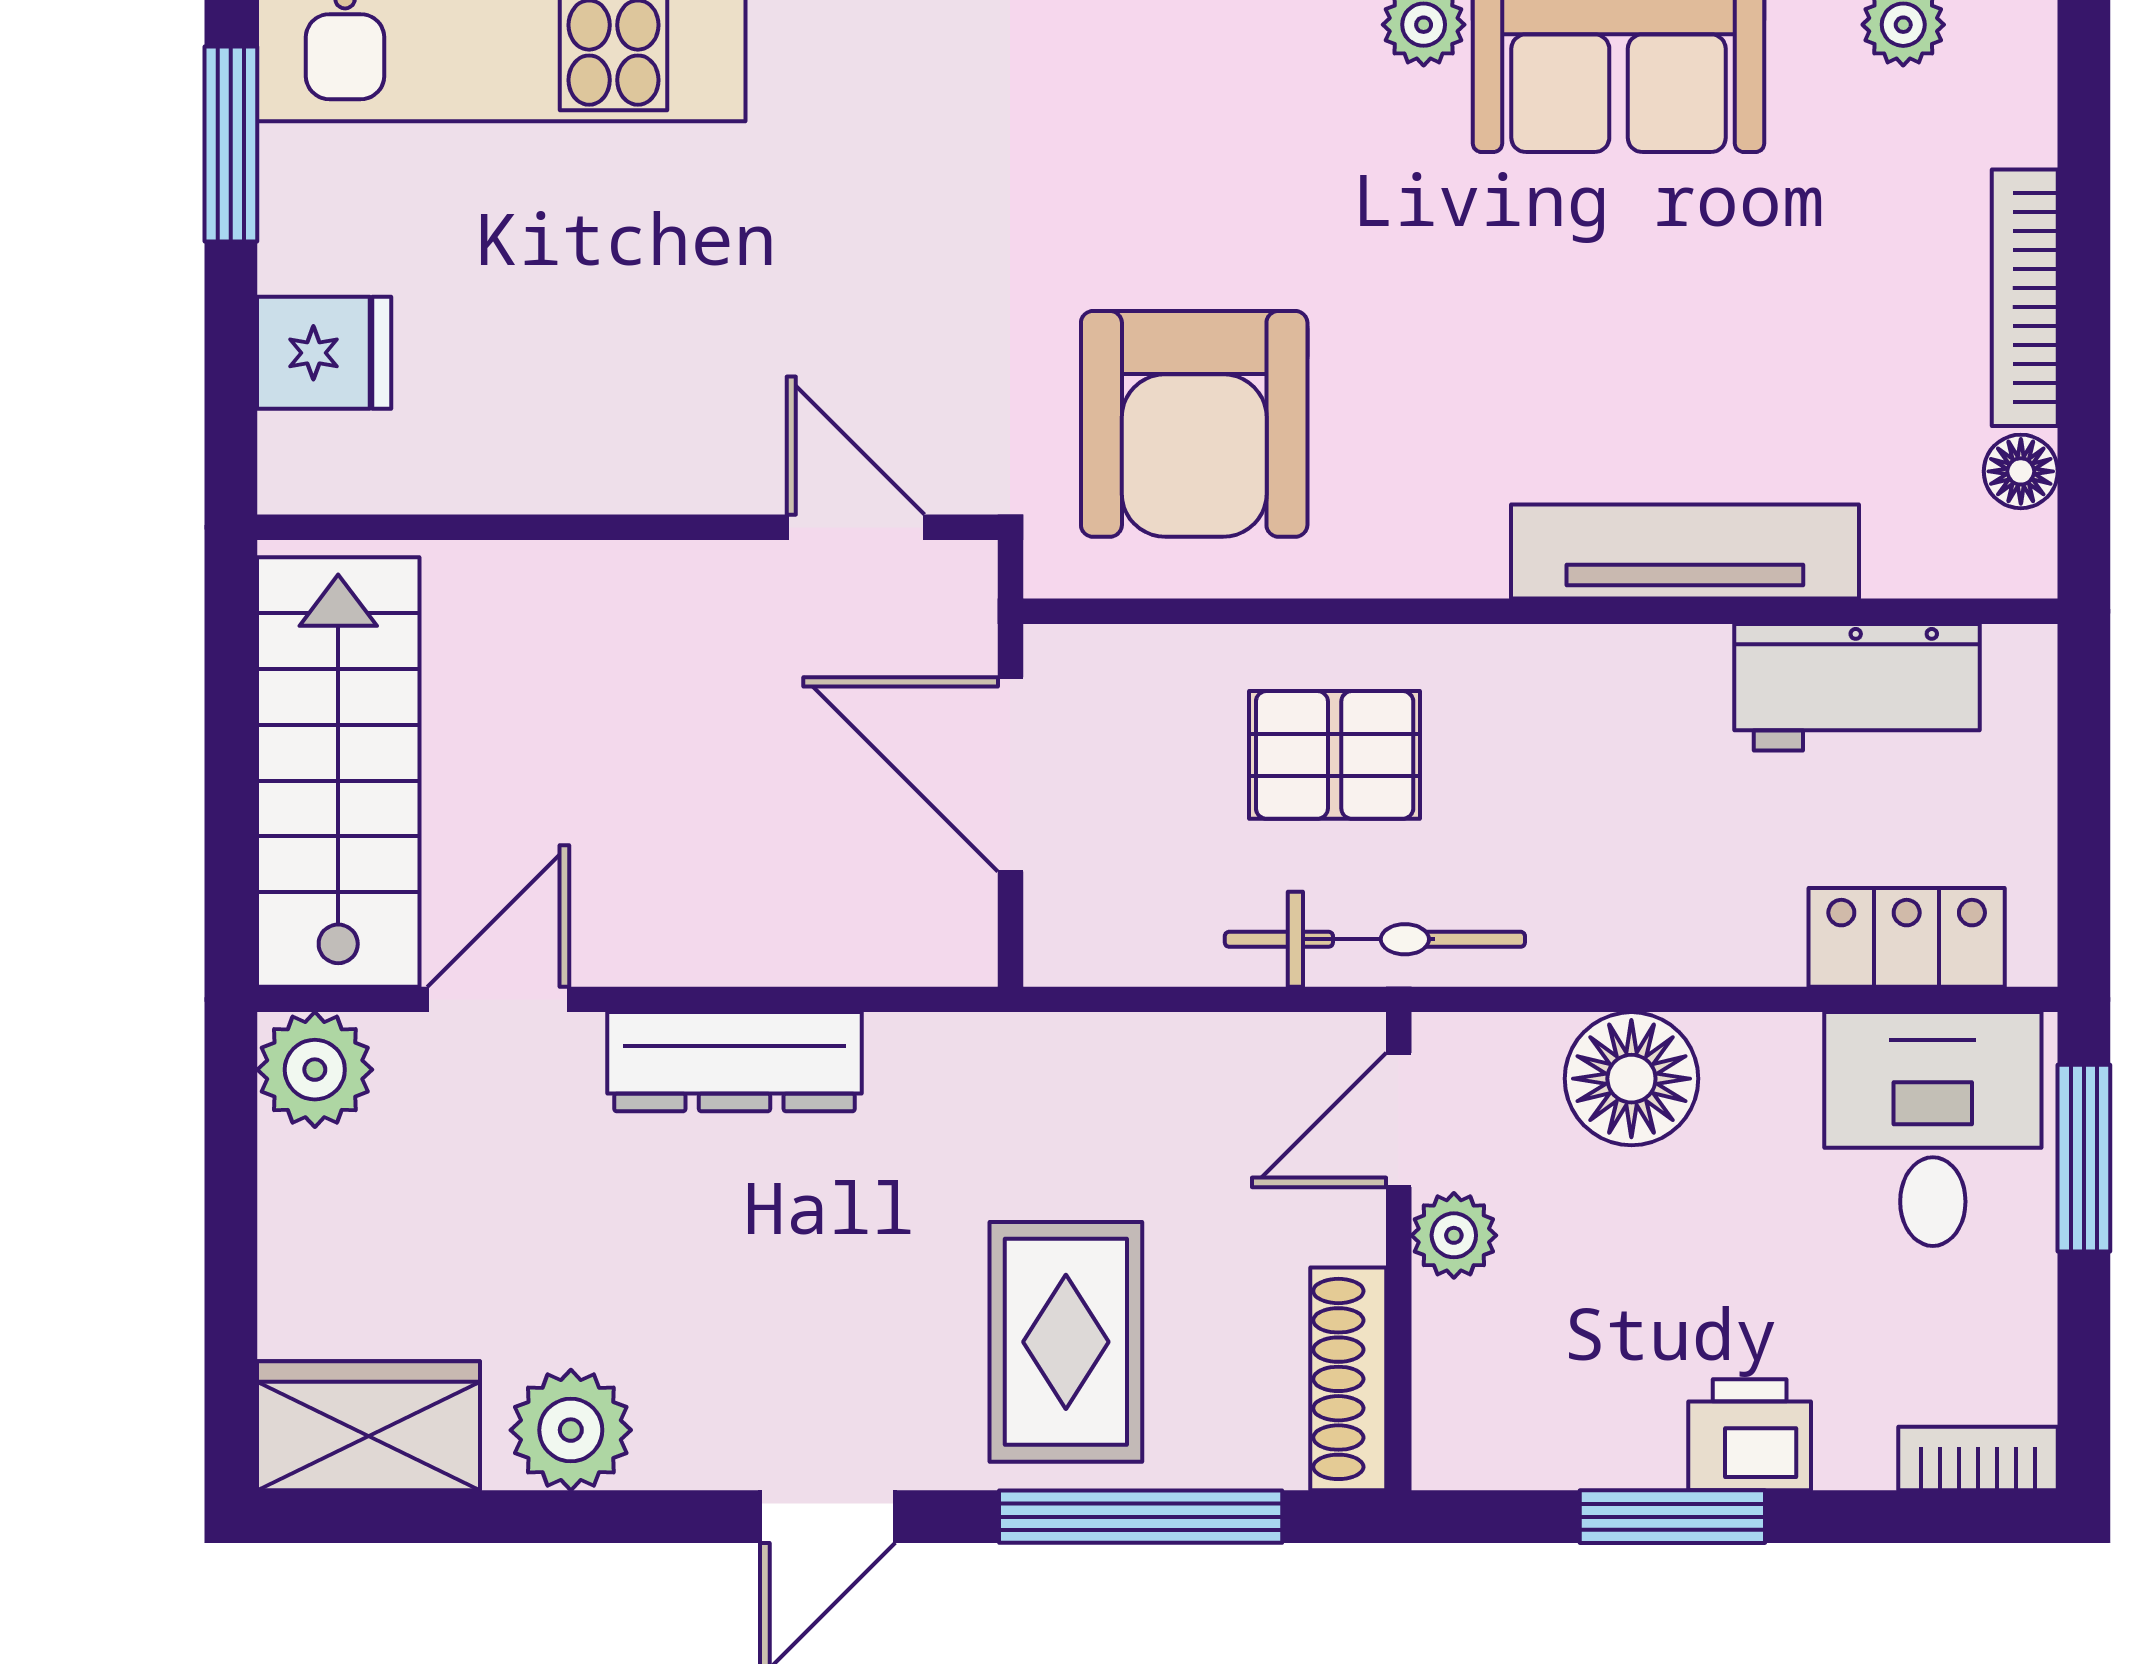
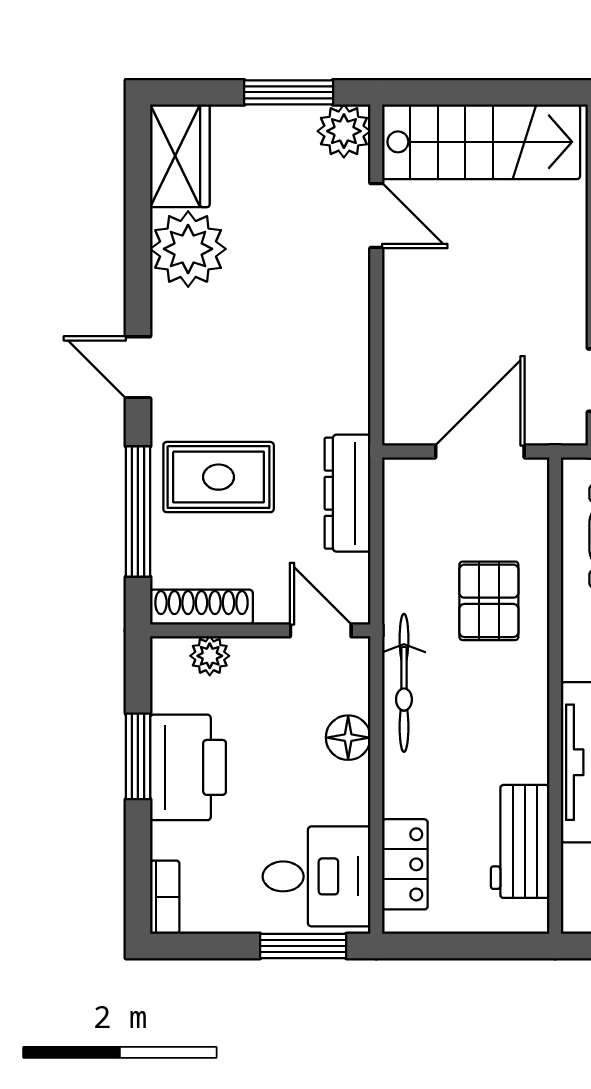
bicycle: (1375, 939) -> (404, 683), moved
dresser: (735, 1062) -> (348, 493), moved
floor lamp: (1631, 1079) -> (348, 738), width x0.73, depth x0.73
window: (231, 1190) -> (289, 92), added
plant: (1454, 1235) -> (210, 656), moved
plant: (571, 1430) -> (188, 249), width x1.36, depth x1.36
printer: (1750, 1435) -> (188, 767), width x1.87, depth x1.48

